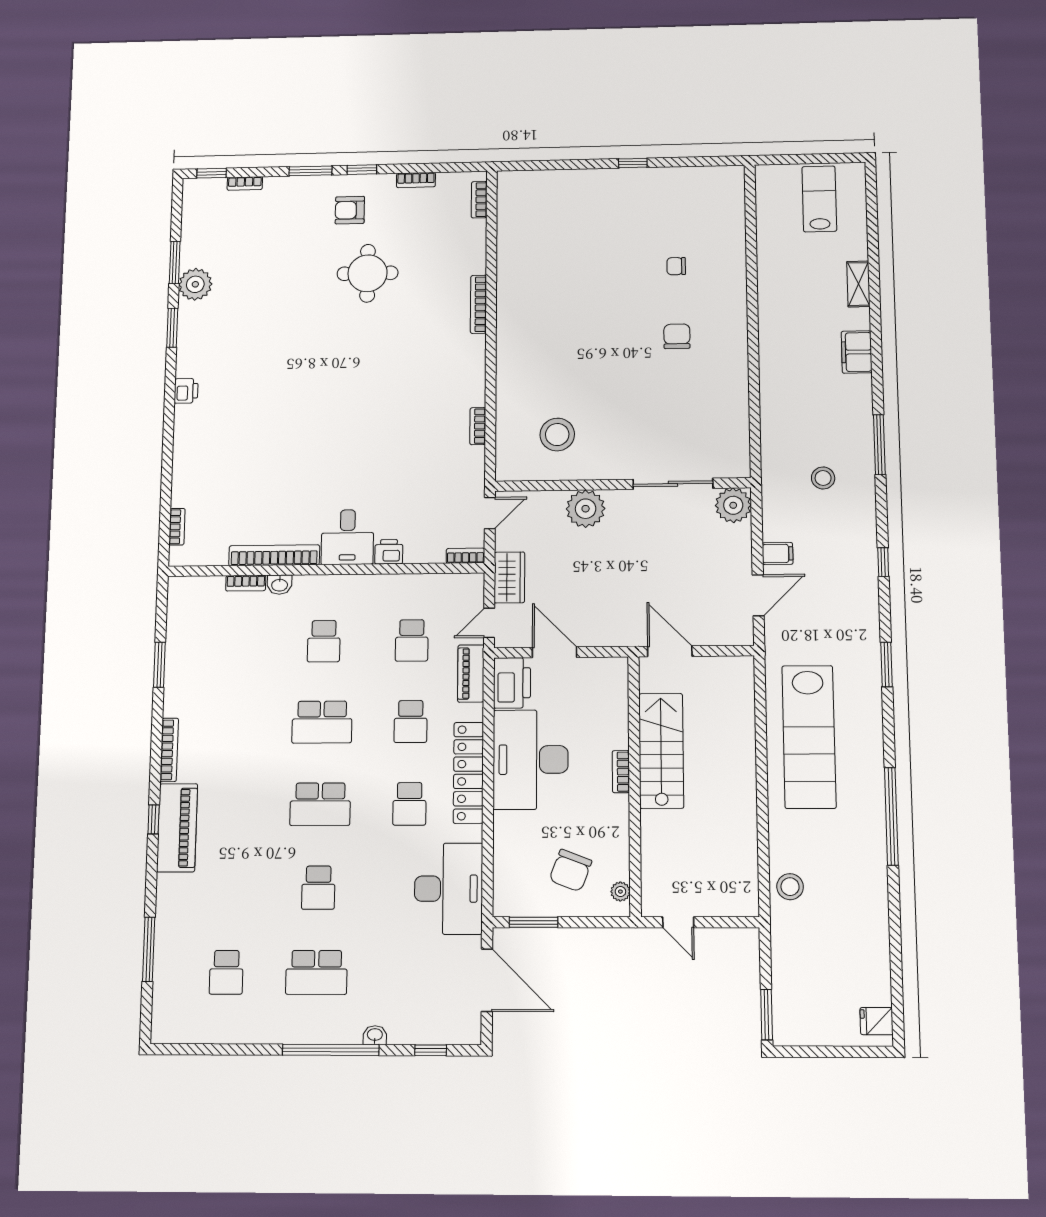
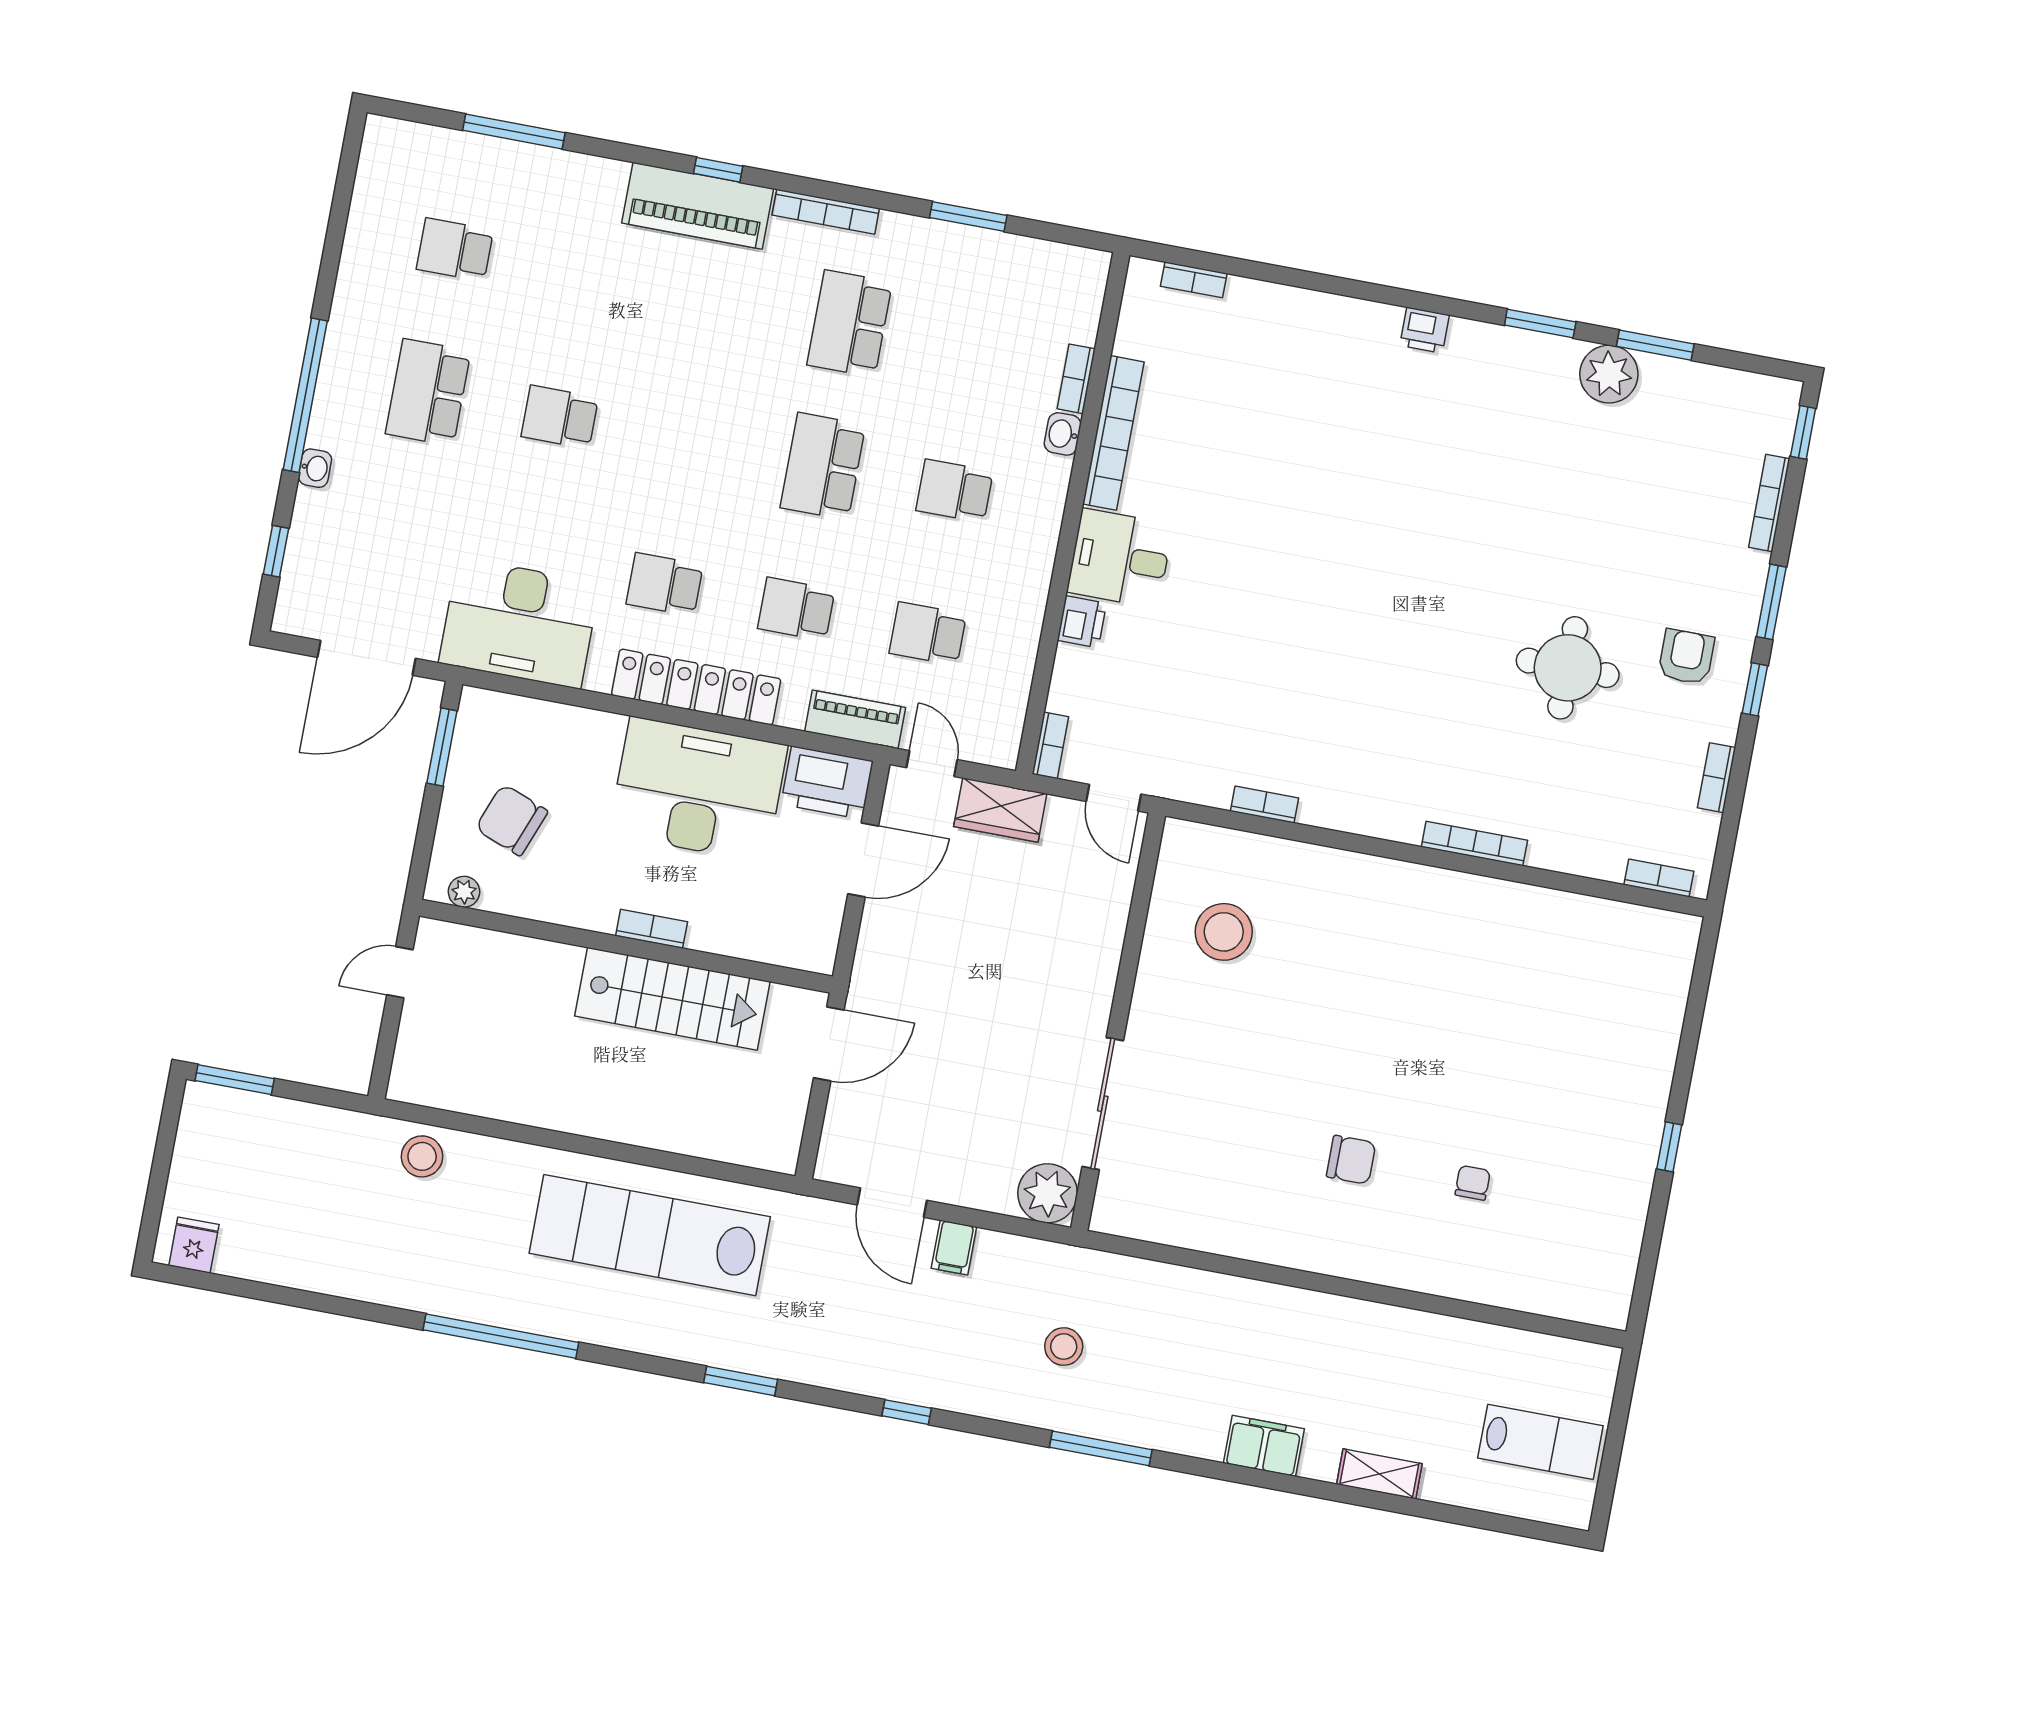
bookcase: (245, 183) -> (1769, 503), width x1.56
plant: (586, 509) -> (1090, 954), removed
school desk: (320, 804) -> (850, 324), moved

